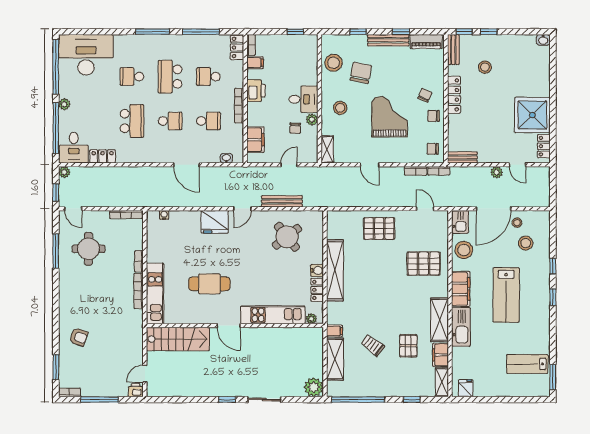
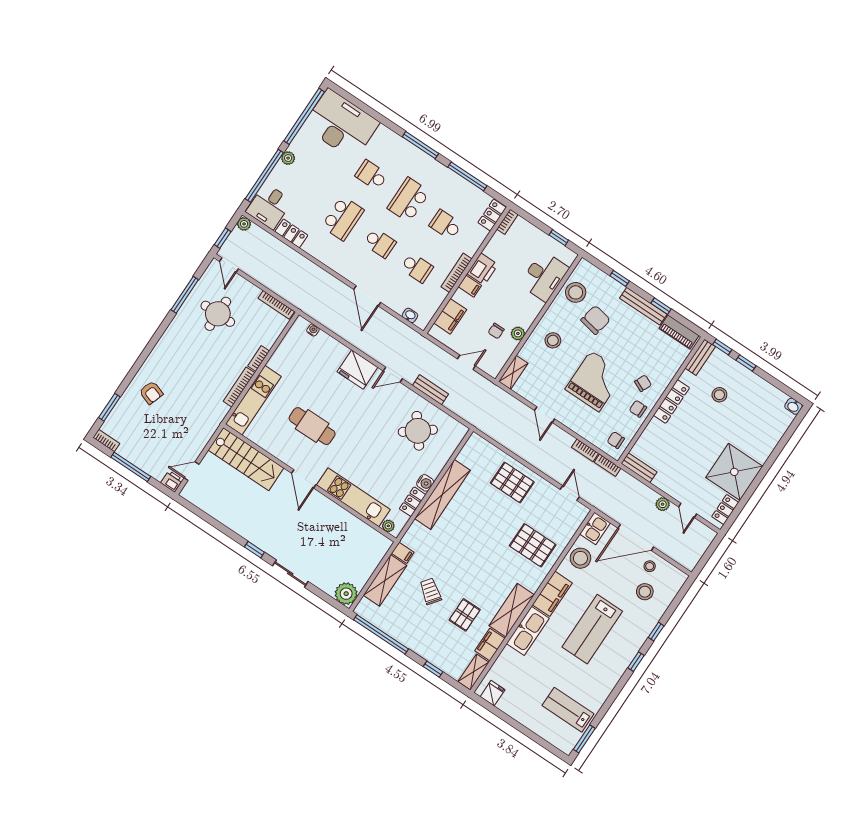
filing cabinet: (255, 63) -> (470, 286), moved
desk: (303, 99) -> (544, 276), moved, width x1.37
bench: (282, 201) -> (431, 390), width x0.73

